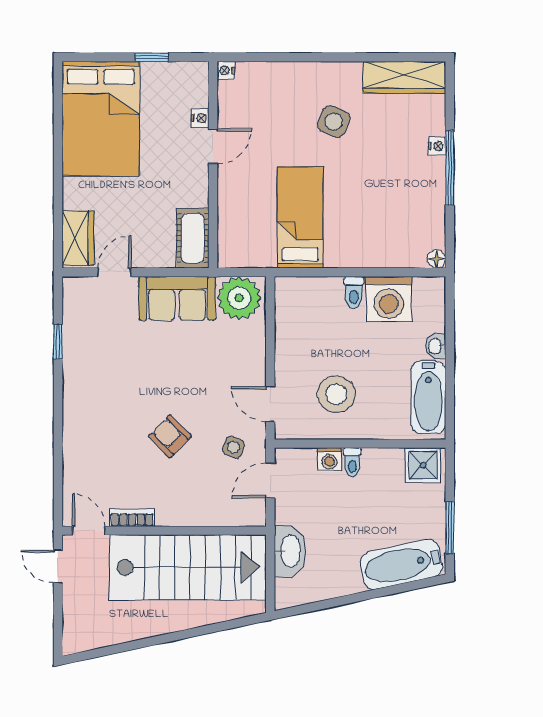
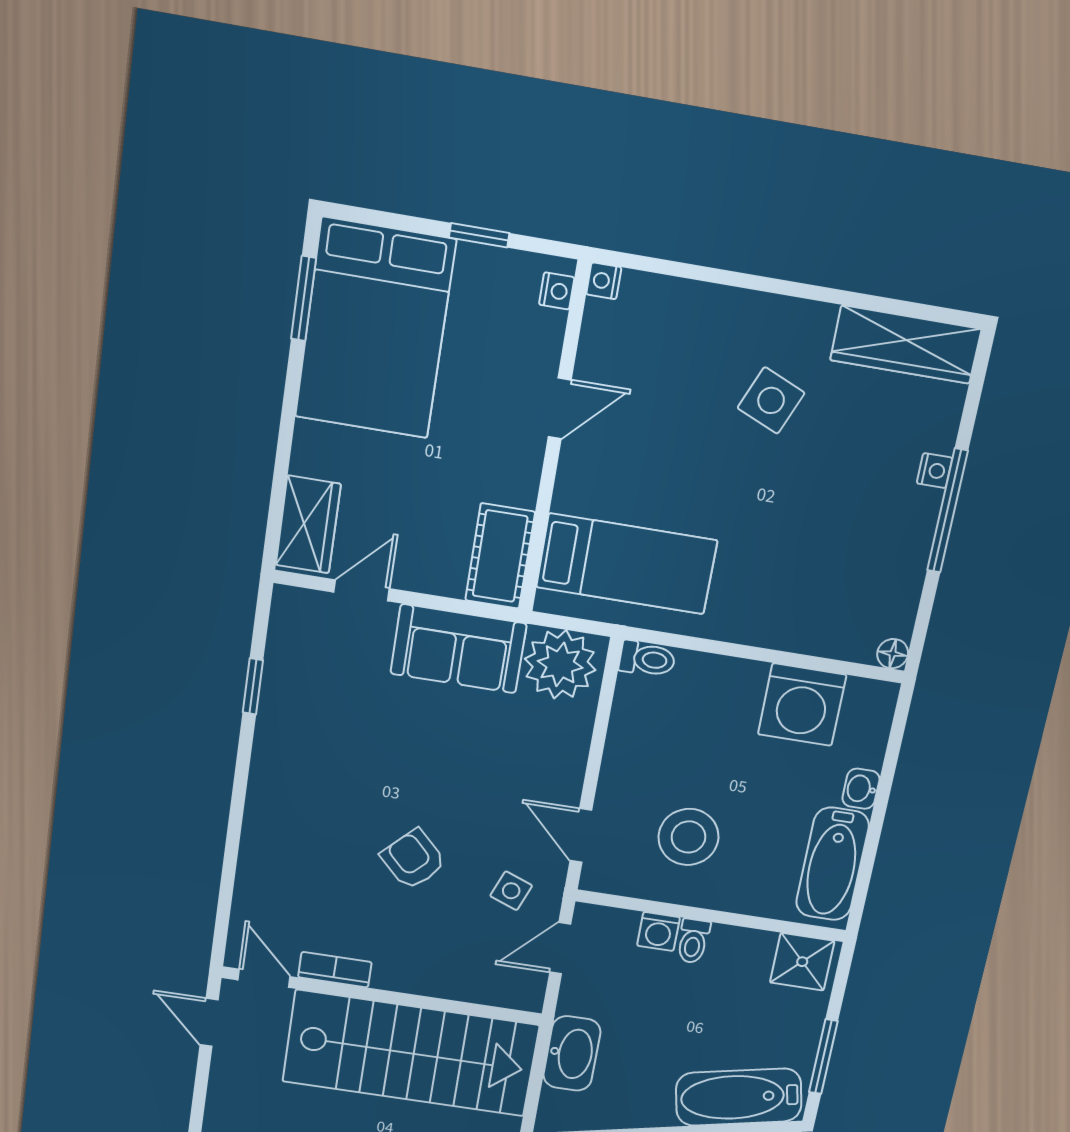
window: (58, 108) -> (304, 299), added
nightstand: (200, 118) -> (557, 291), moved
bed: (300, 217) -> (627, 564), moved, turned 90
toilet: (354, 292) -> (647, 659), moved, turned -90

